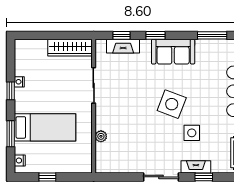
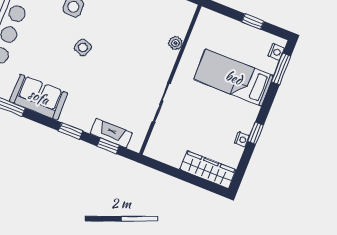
wardrobe: (70, 48) -> (208, 170), moved
sofa: (173, 52) -> (39, 97), moved
side table: (172, 104) -> (83, 47), width x0.54, depth x0.54
window: (11, 134) -> (281, 69), moved

